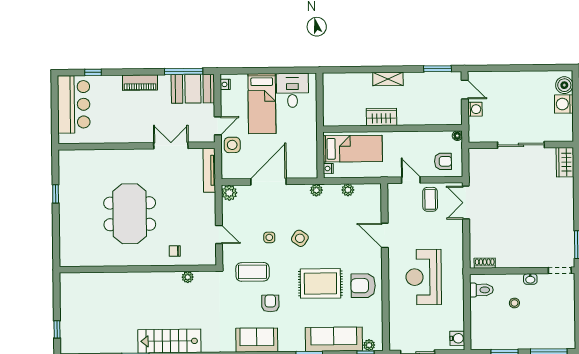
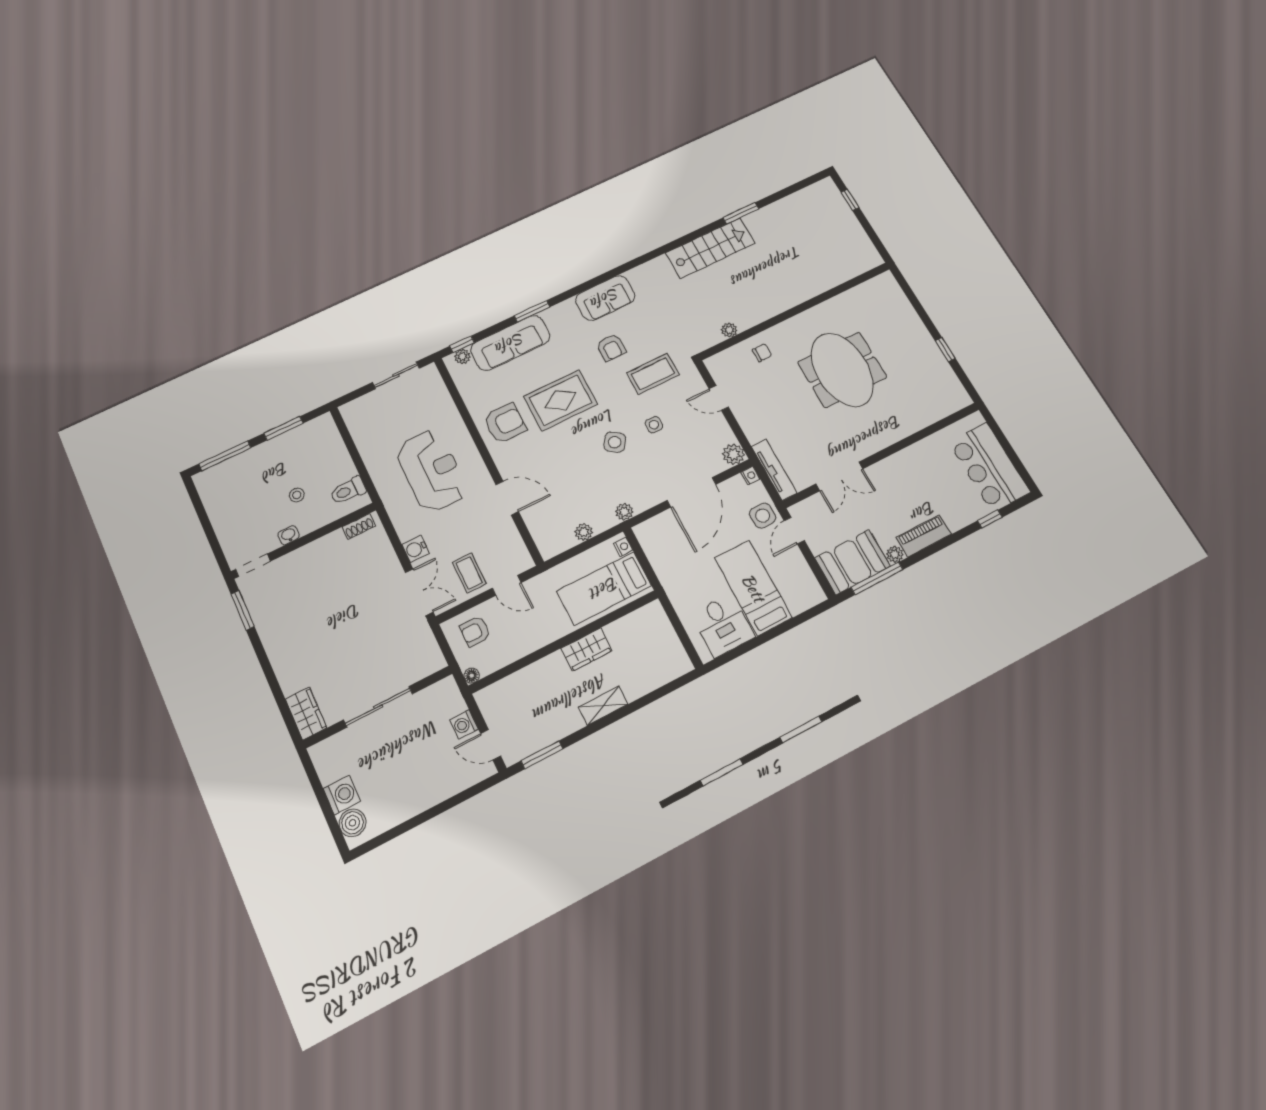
plant: (164, 80) -> (895, 554), added
nightstand: (225, 84) -> (750, 476), moved
water cooler: (457, 338) -> (416, 549), moved

